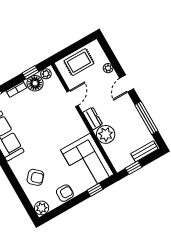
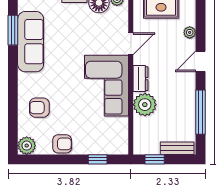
corner sofa: (87, 162) -> (107, 86), moved
armchair: (35, 177) -> (39, 108), turned 138

